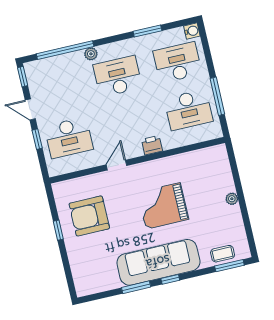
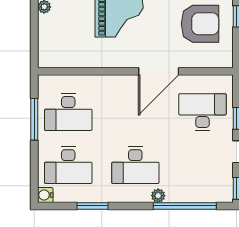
desk: (189, 110) -> (68, 112), turned 180
printer: (152, 145) -> (116, 83), removed
door: (116, 165) -> (159, 71), width x1.88

